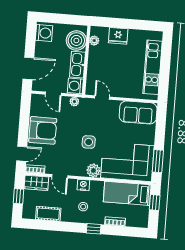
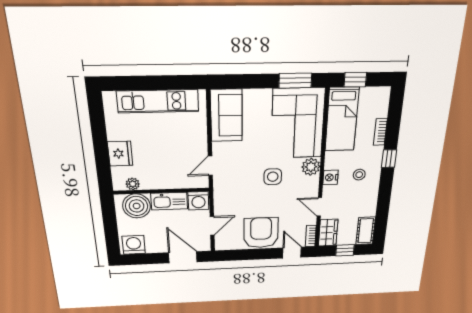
plant: (74, 102) -> (220, 200), removed
door: (60, 176) -> (319, 207), swing flipped
cot: (48, 214) -> (366, 231), moved

